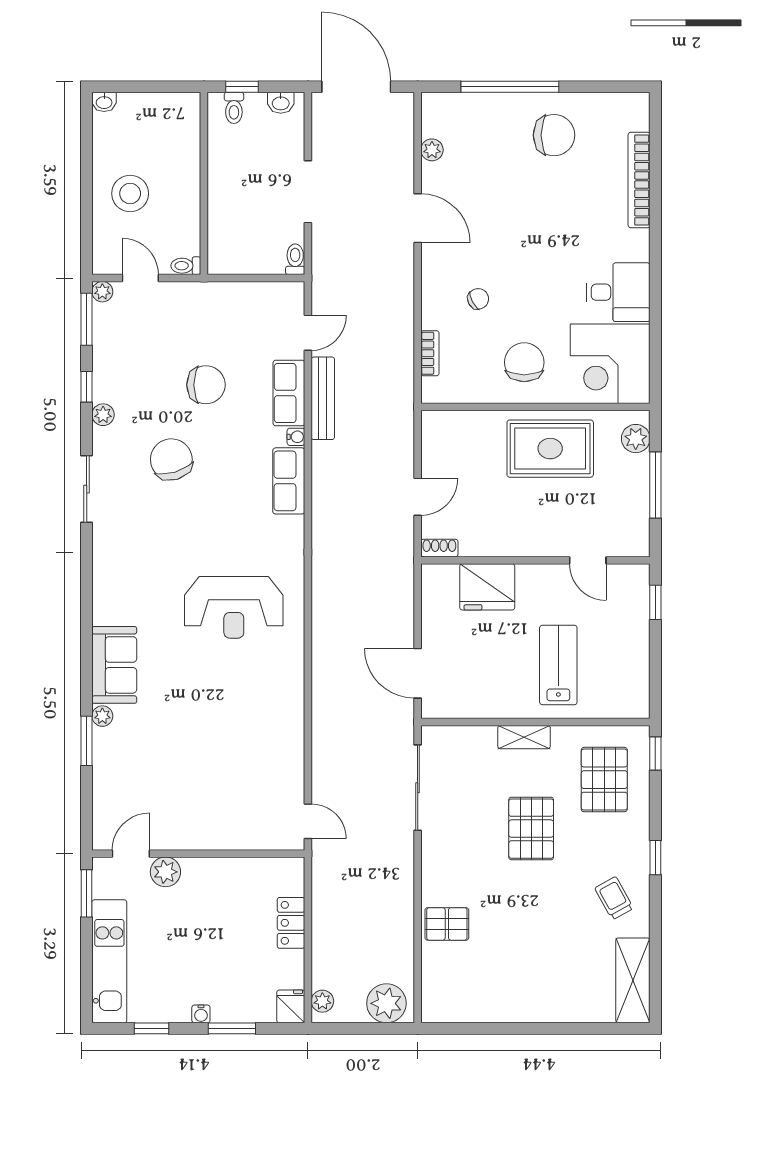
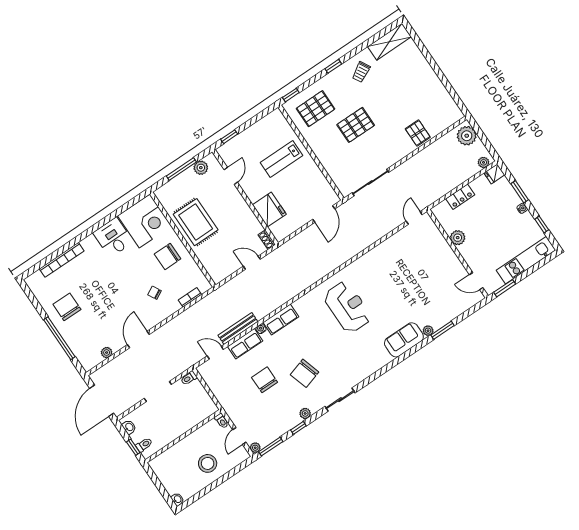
plant: (636, 439) -> (201, 168), moved
shelving: (524, 737) -> (320, 153), removed
plant: (165, 872) -> (458, 238), moved

